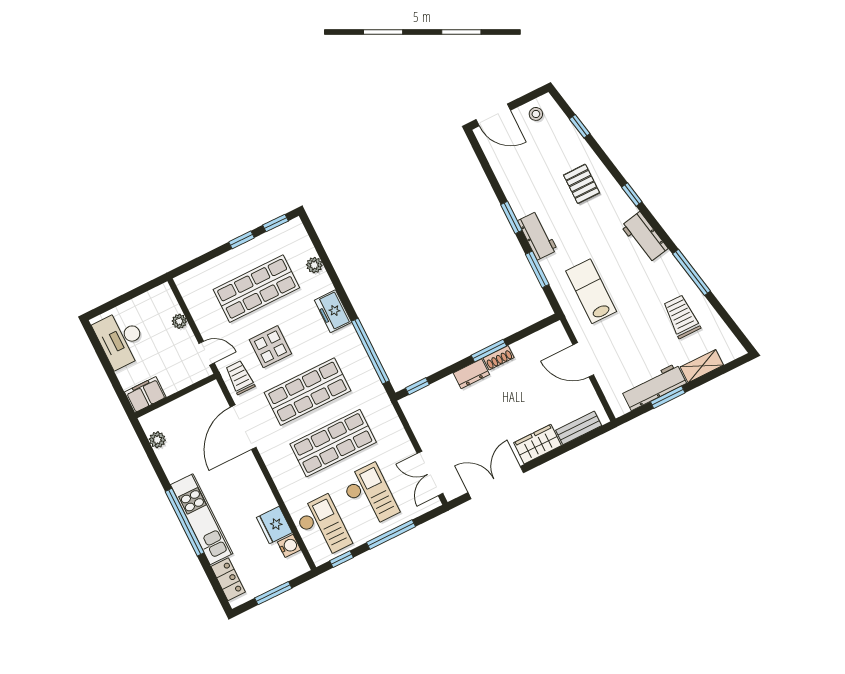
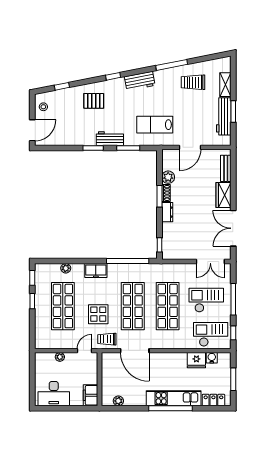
plant: (523, 349) -> (168, 177), added

